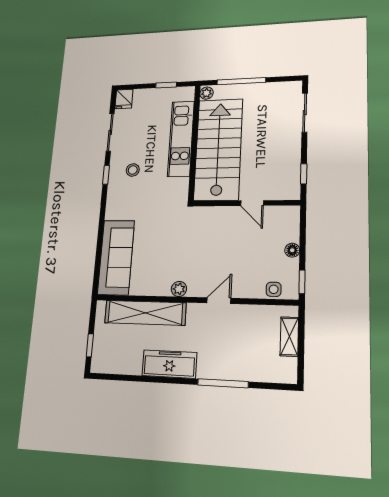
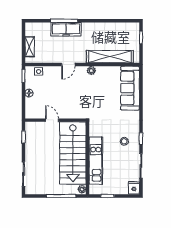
freezer: (169, 364) -> (66, 29), moved

